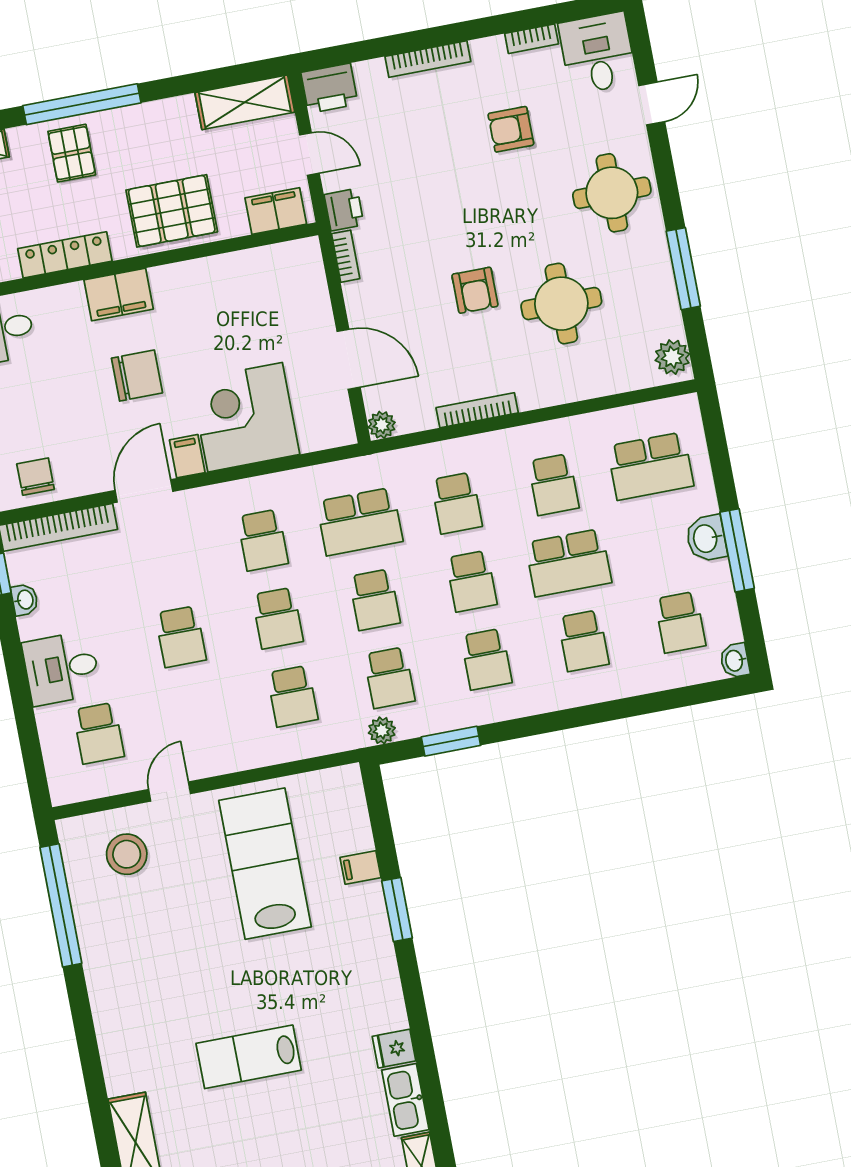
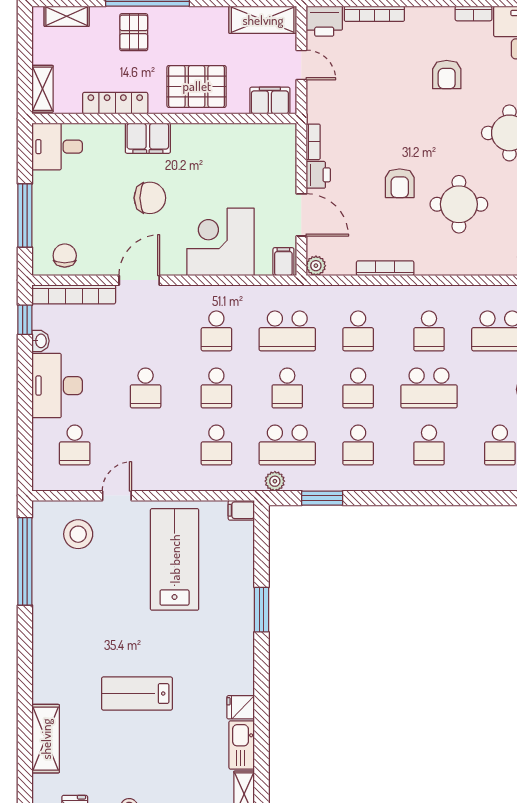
bookcase: (428, 59) -> (374, 14), moved
armchair: (511, 129) -> (447, 75), turned -90
printer: (344, 210) -> (318, 175), moved
filing cabinet: (187, 456) -> (283, 262), moved
desk: (61, 668) -> (57, 386), width x1.37
school desk: (389, 678) -> (287, 445), width x1.85
filing cabinet: (360, 867) -> (241, 510), moved

